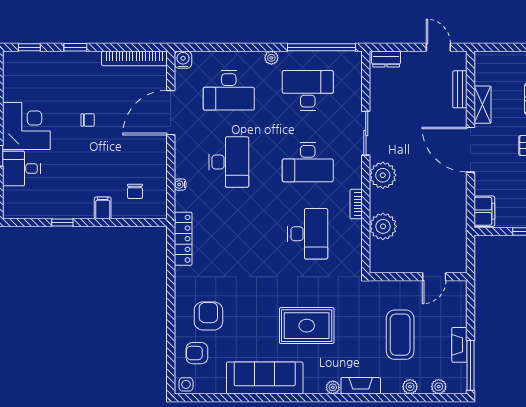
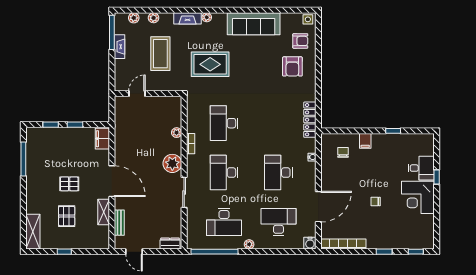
desk: (308, 162) -> (224, 173), turned -90
plant: (383, 226) -> (177, 133), width x0.53, depth x0.53
rug: (307, 326) -> (210, 64), moved

